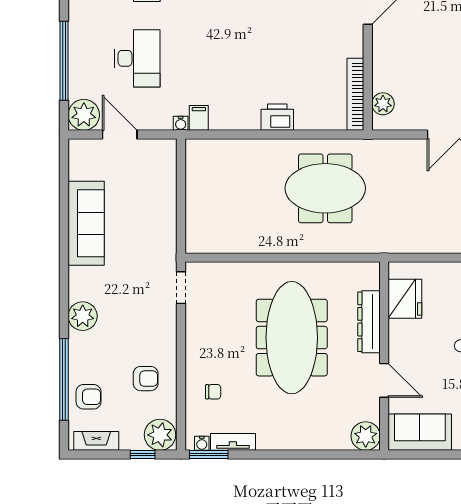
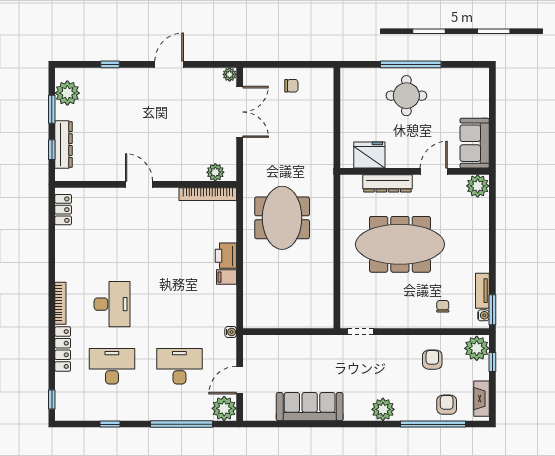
filing cabinet: (199, 118) -> (227, 277), moved

